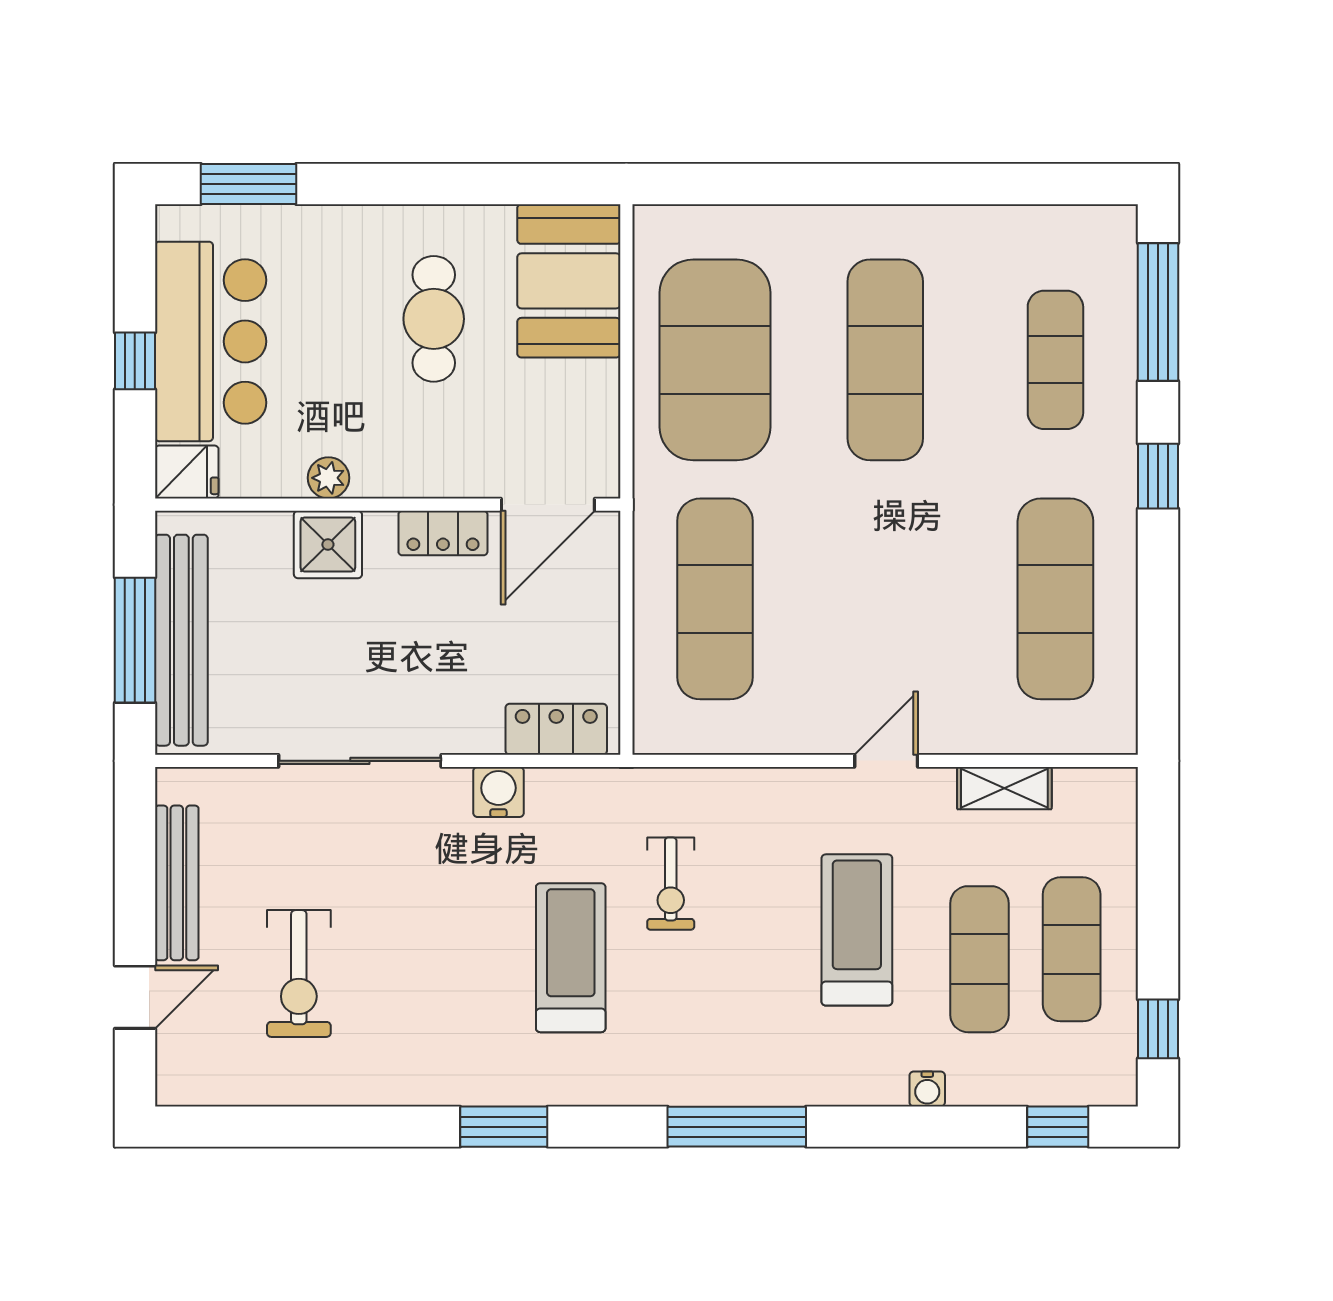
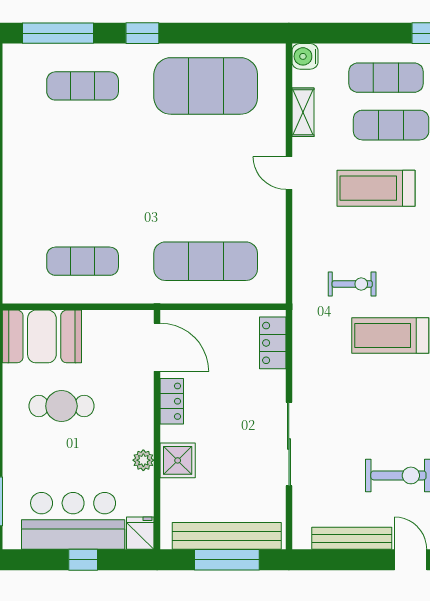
exercise mat: (715, 360) -> (83, 261), width x0.50, depth x0.69
exercise mat: (885, 360) -> (83, 174), removed
exercise mat: (1055, 599) -> (206, 86), width x1.47
water cooler: (498, 792) -> (305, 56), moved

